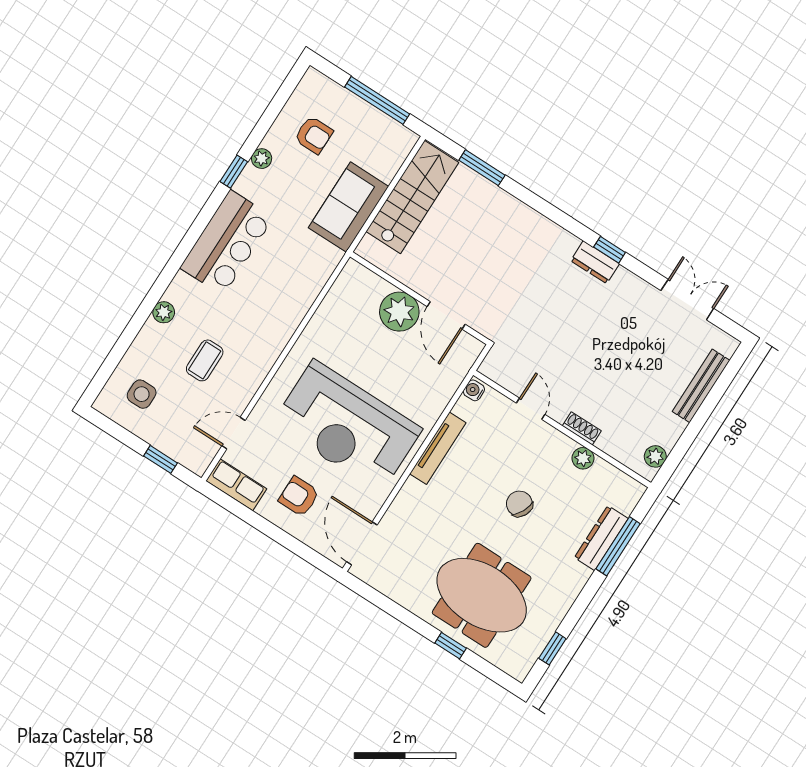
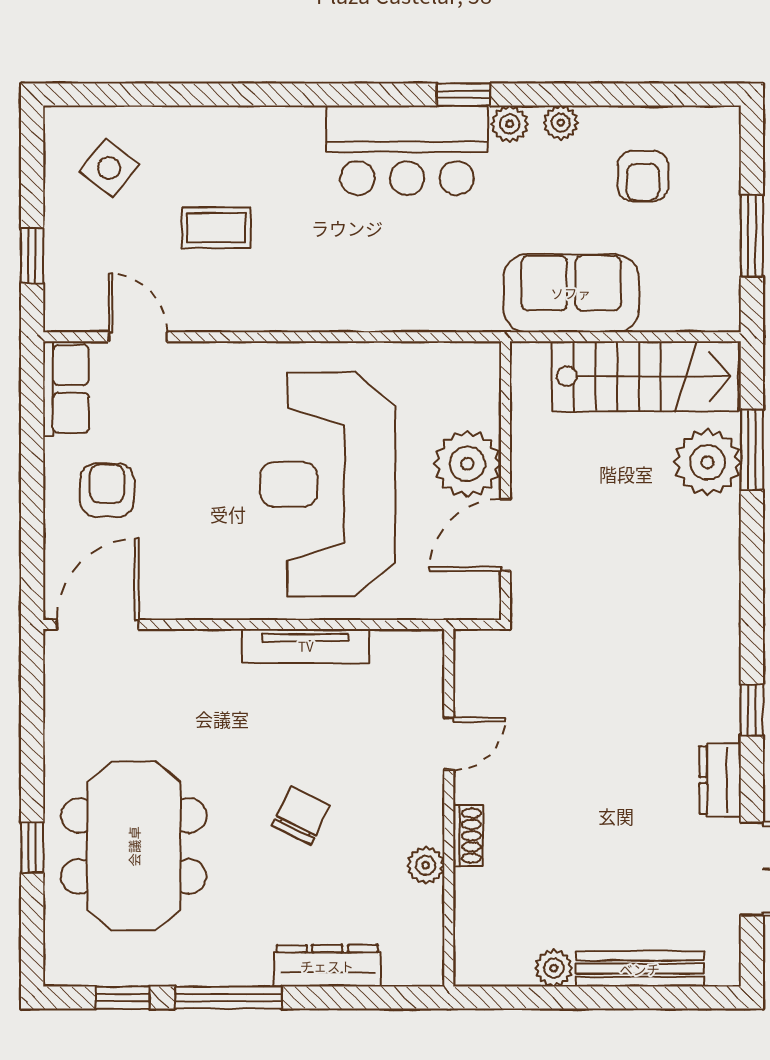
window: (377, 100) -> (752, 236), width x0.69
window: (234, 172) -> (463, 95), moved
plant: (474, 193) -> (708, 462), added
dresser: (595, 262) -> (720, 780), moved
plant: (164, 312) -> (510, 124), moved
water cooler: (474, 390) -> (423, 645), removed
side table: (142, 394) -> (109, 168), turned 38
reception desk: (347, 426) -> (328, 484), moved
plant: (655, 456) -> (554, 968), moved
window: (618, 546) -> (228, 998), moved

